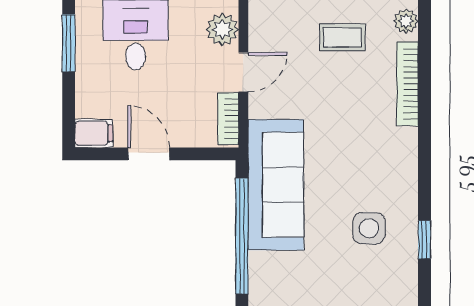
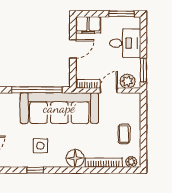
door: (243, 72) -> (109, 91), swing flipped
filing cabinet: (94, 133) -> (88, 25), width x2.00
floor lamp: (398, 149) -> (75, 158), added
sofa: (276, 185) -> (59, 108), width x1.36, depth x1.27

